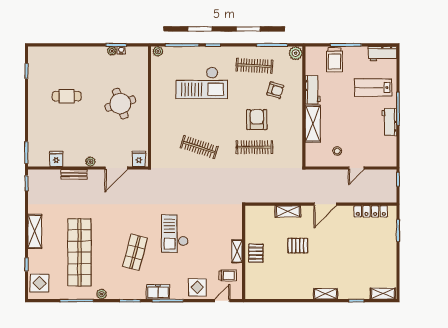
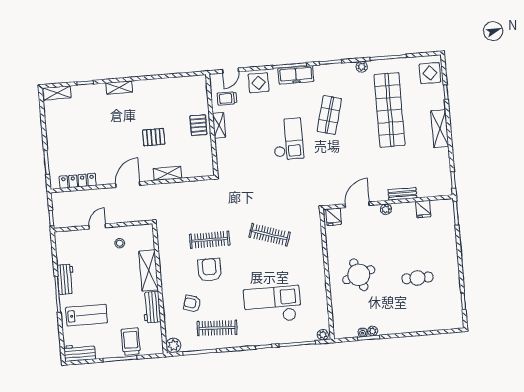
armchair: (257, 120) -> (210, 270), turned 180
freezer: (158, 292) -> (296, 75), width x1.40

